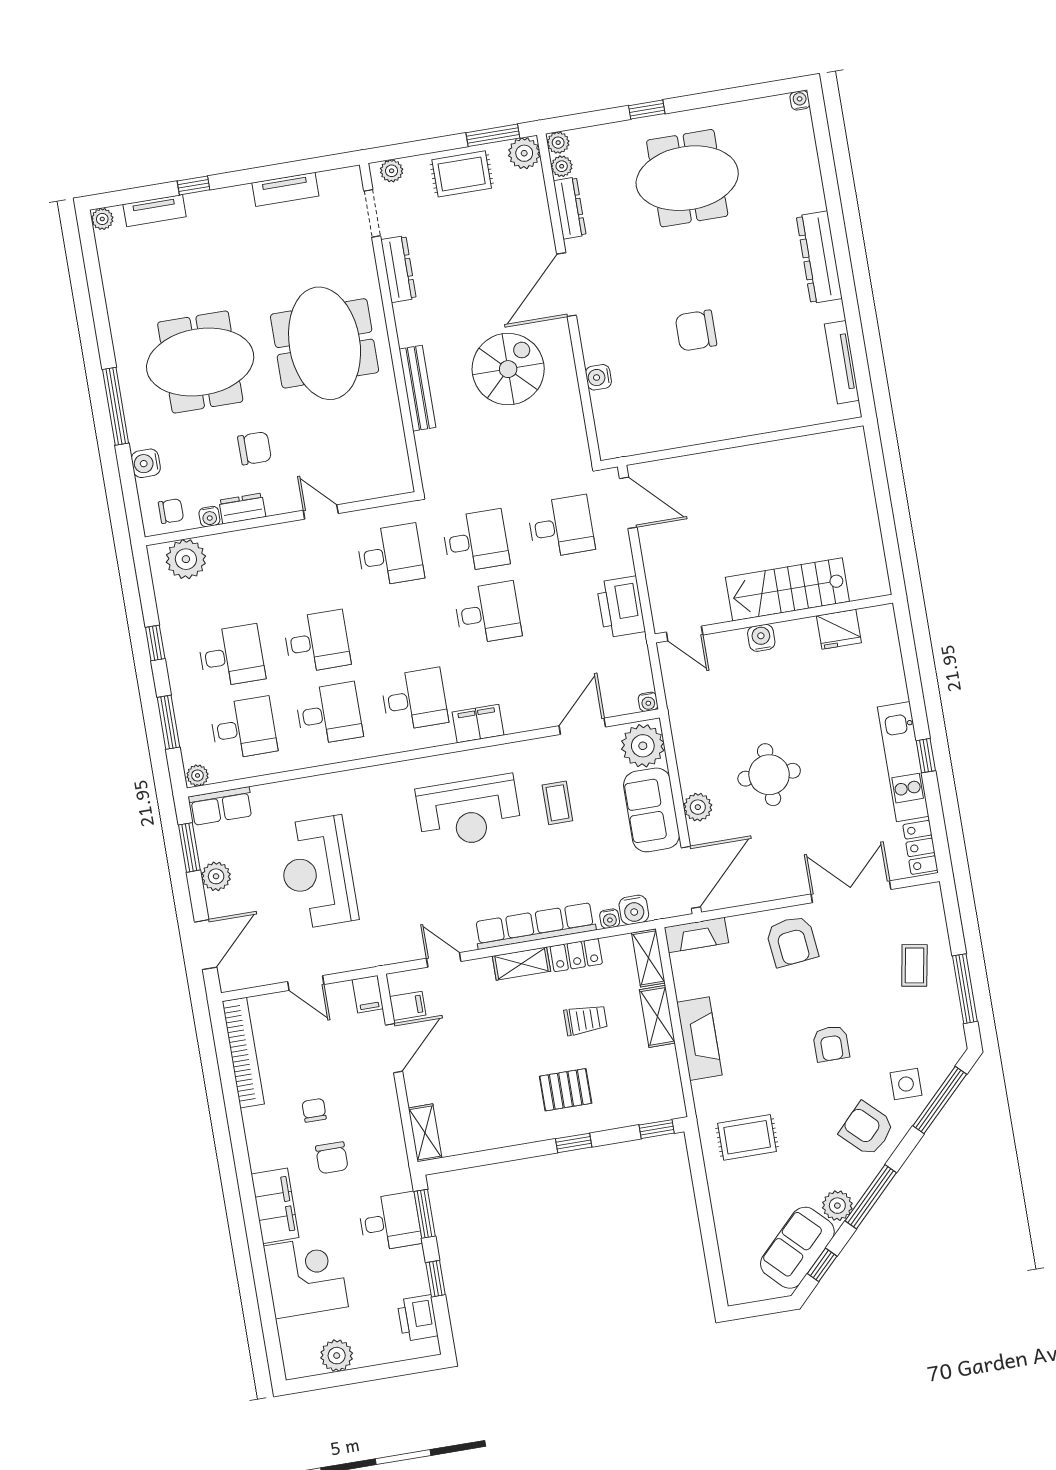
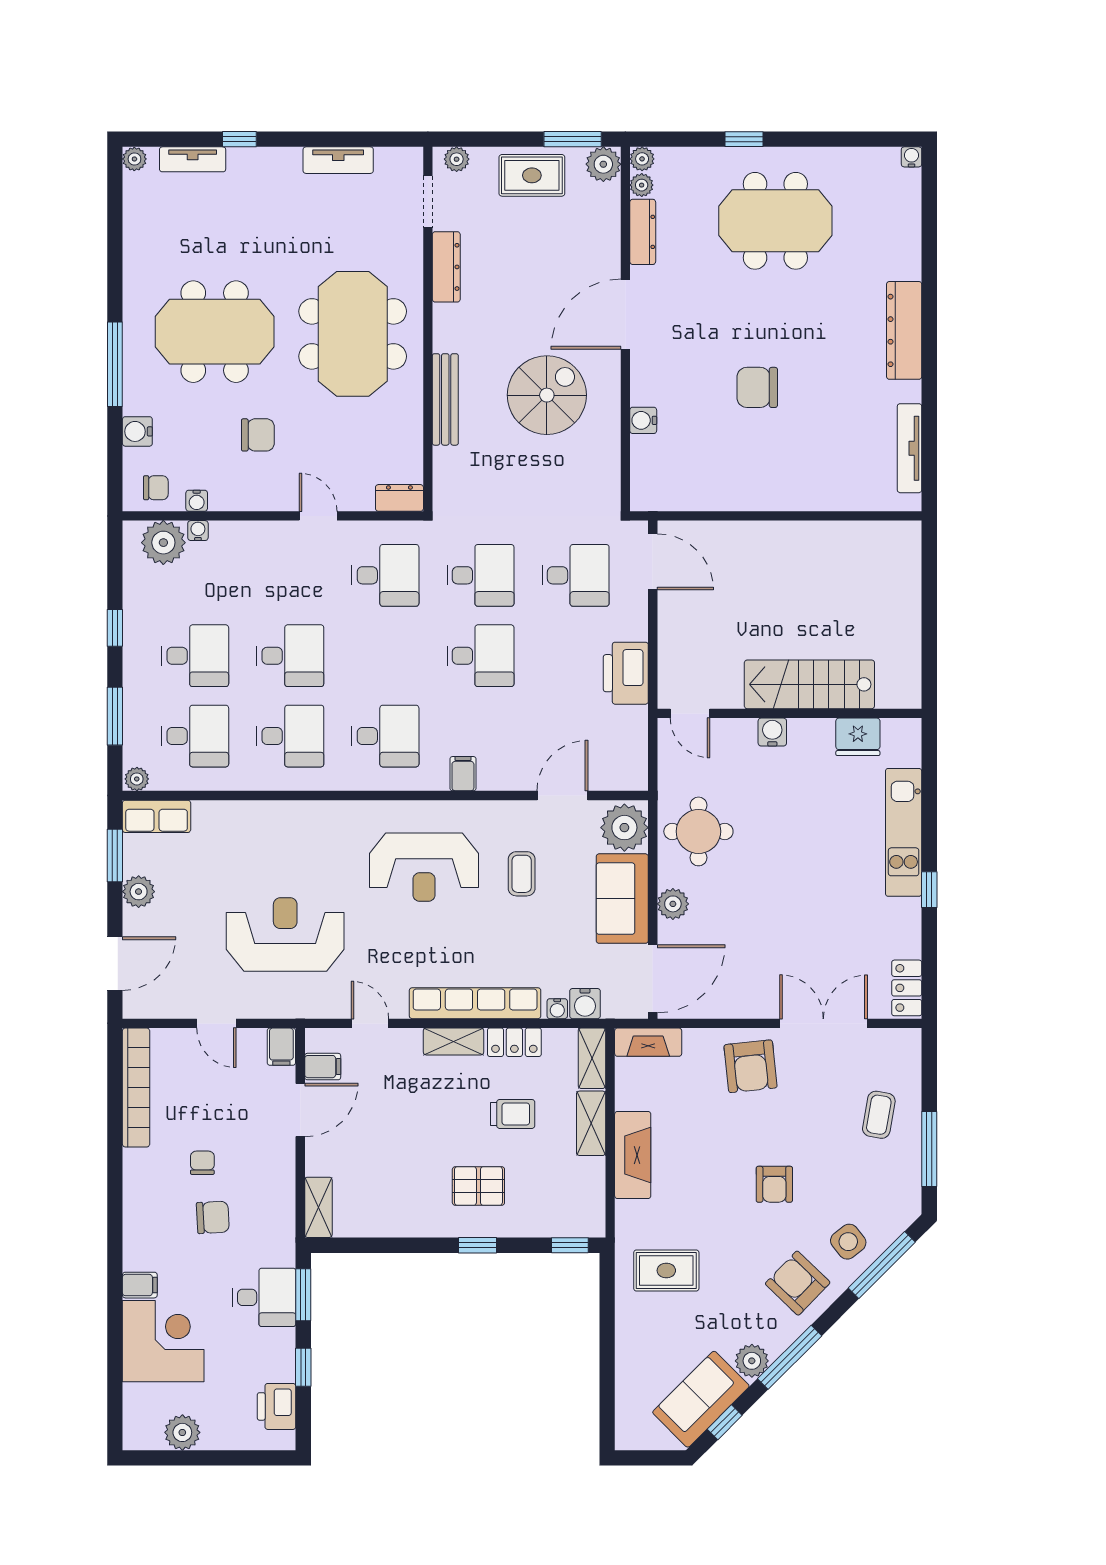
dresser: (242, 508) -> (399, 498), moved
water cooler: (648, 702) -> (198, 531), moved, turned 180
filing cabinet: (478, 724) -> (463, 774), width x0.50
kitchen unit: (903, 762) -> (904, 832), moved
round table: (769, 775) -> (698, 831), moved
reception desk: (317, 872) -> (285, 935), moved, turned 90
side table: (906, 1084) -> (848, 1242), turned -38
chair: (332, 1158) -> (213, 1217), turned -93
filing cabinet: (275, 1206) -> (140, 1285), width x0.33, depth x0.86

